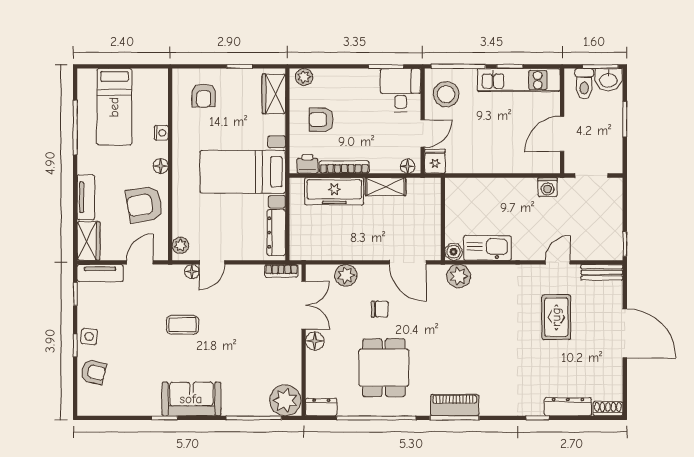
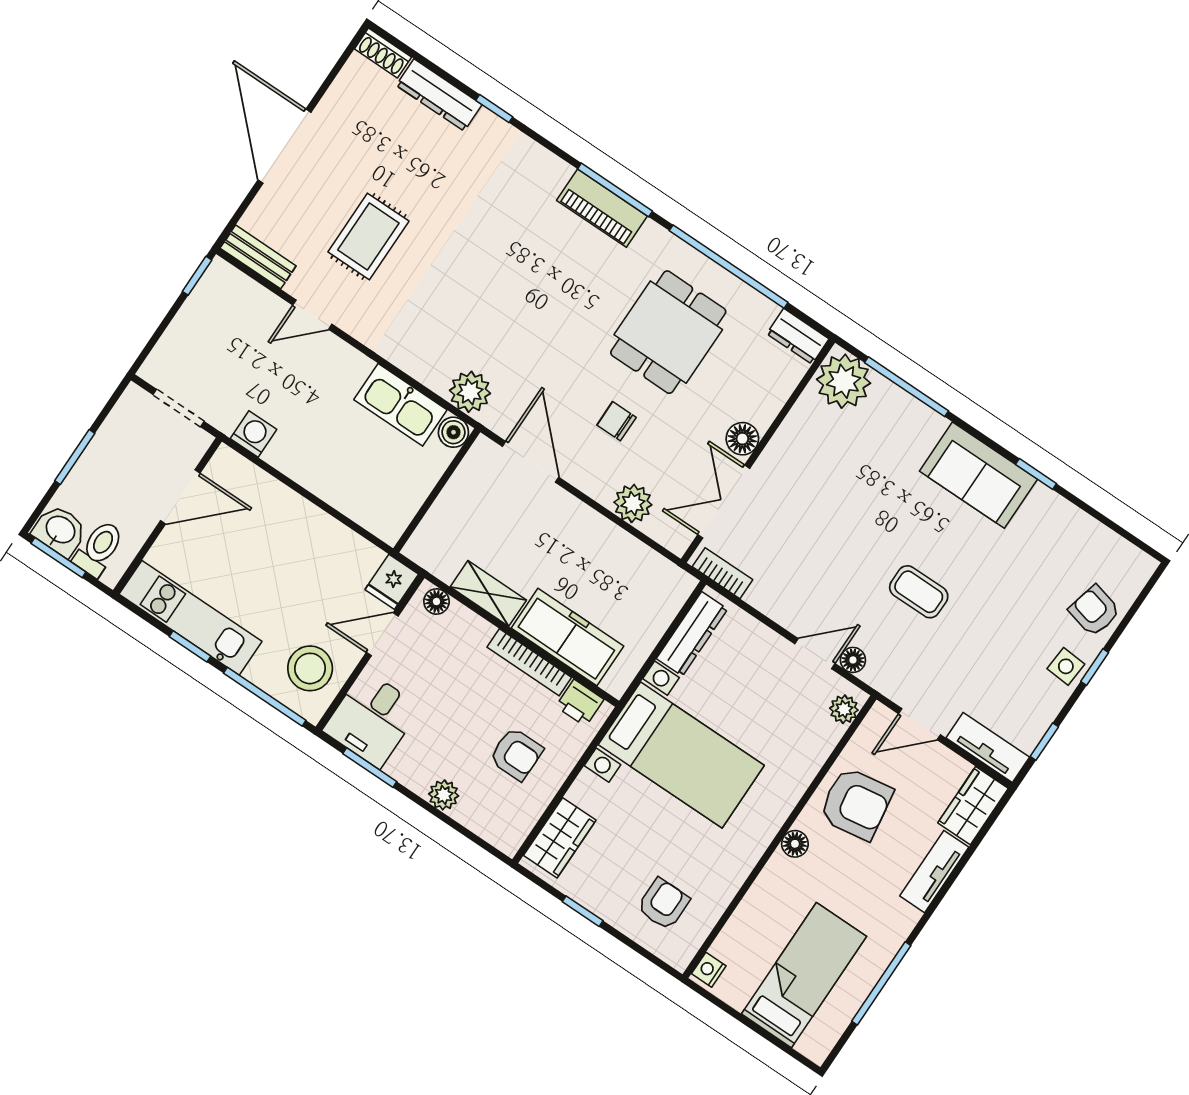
plant: (304, 77) -> (444, 795), moved
nightstand: (161, 133) -> (709, 970), moved

